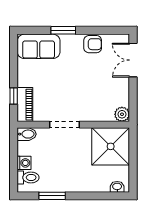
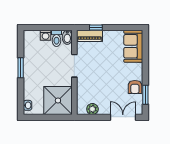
window: (63, 30) -> (145, 95), moved
plant: (122, 114) -> (92, 109), moved
toilet: (28, 177) -> (56, 38), moved
window: (52, 196) -> (21, 68), moved

